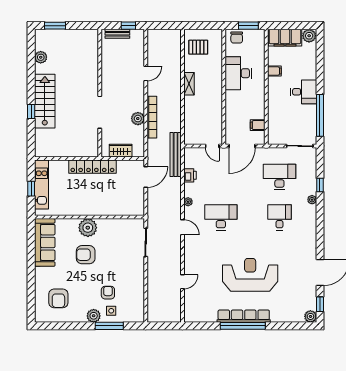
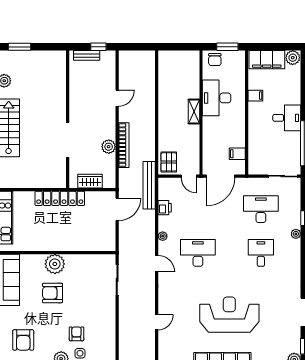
pallet: (198, 47) -> (169, 162), moved, turned 90
shelving: (189, 84) -> (194, 111), moved

